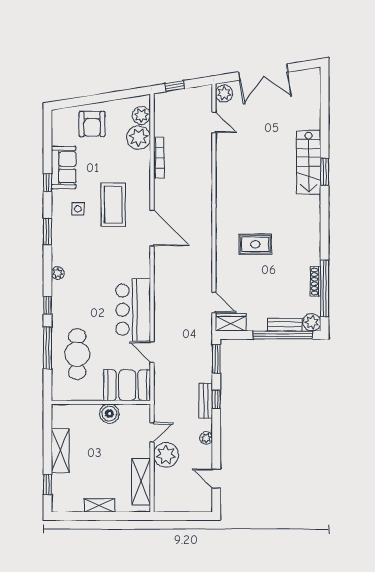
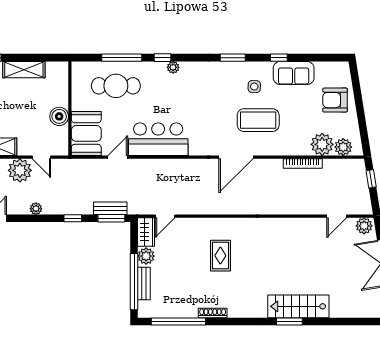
plant: (58, 273) -> (173, 67), moved
shoe rack: (316, 282) -> (213, 313), moved
plant: (312, 322) -> (146, 256), moved
bench: (206, 401) -> (110, 208), moved

